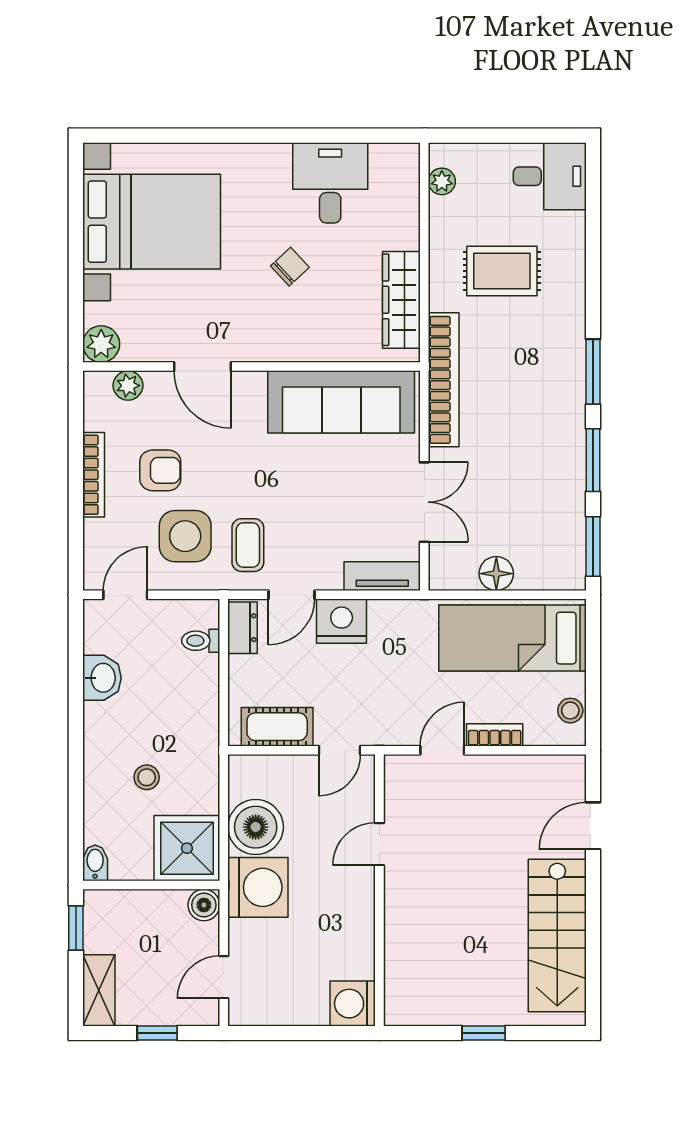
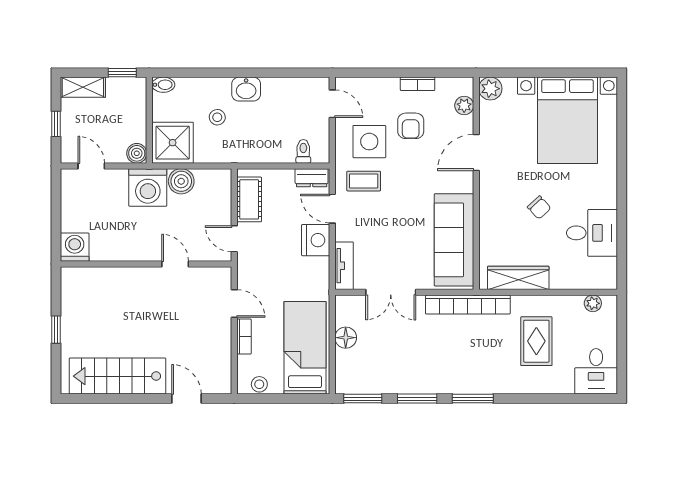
bookcase: (94, 475) -> (418, 84), width x0.64
washbasin: (102, 678) -> (246, 89), moved
boiler: (256, 827) -> (181, 181), width x0.73, depth x0.73

